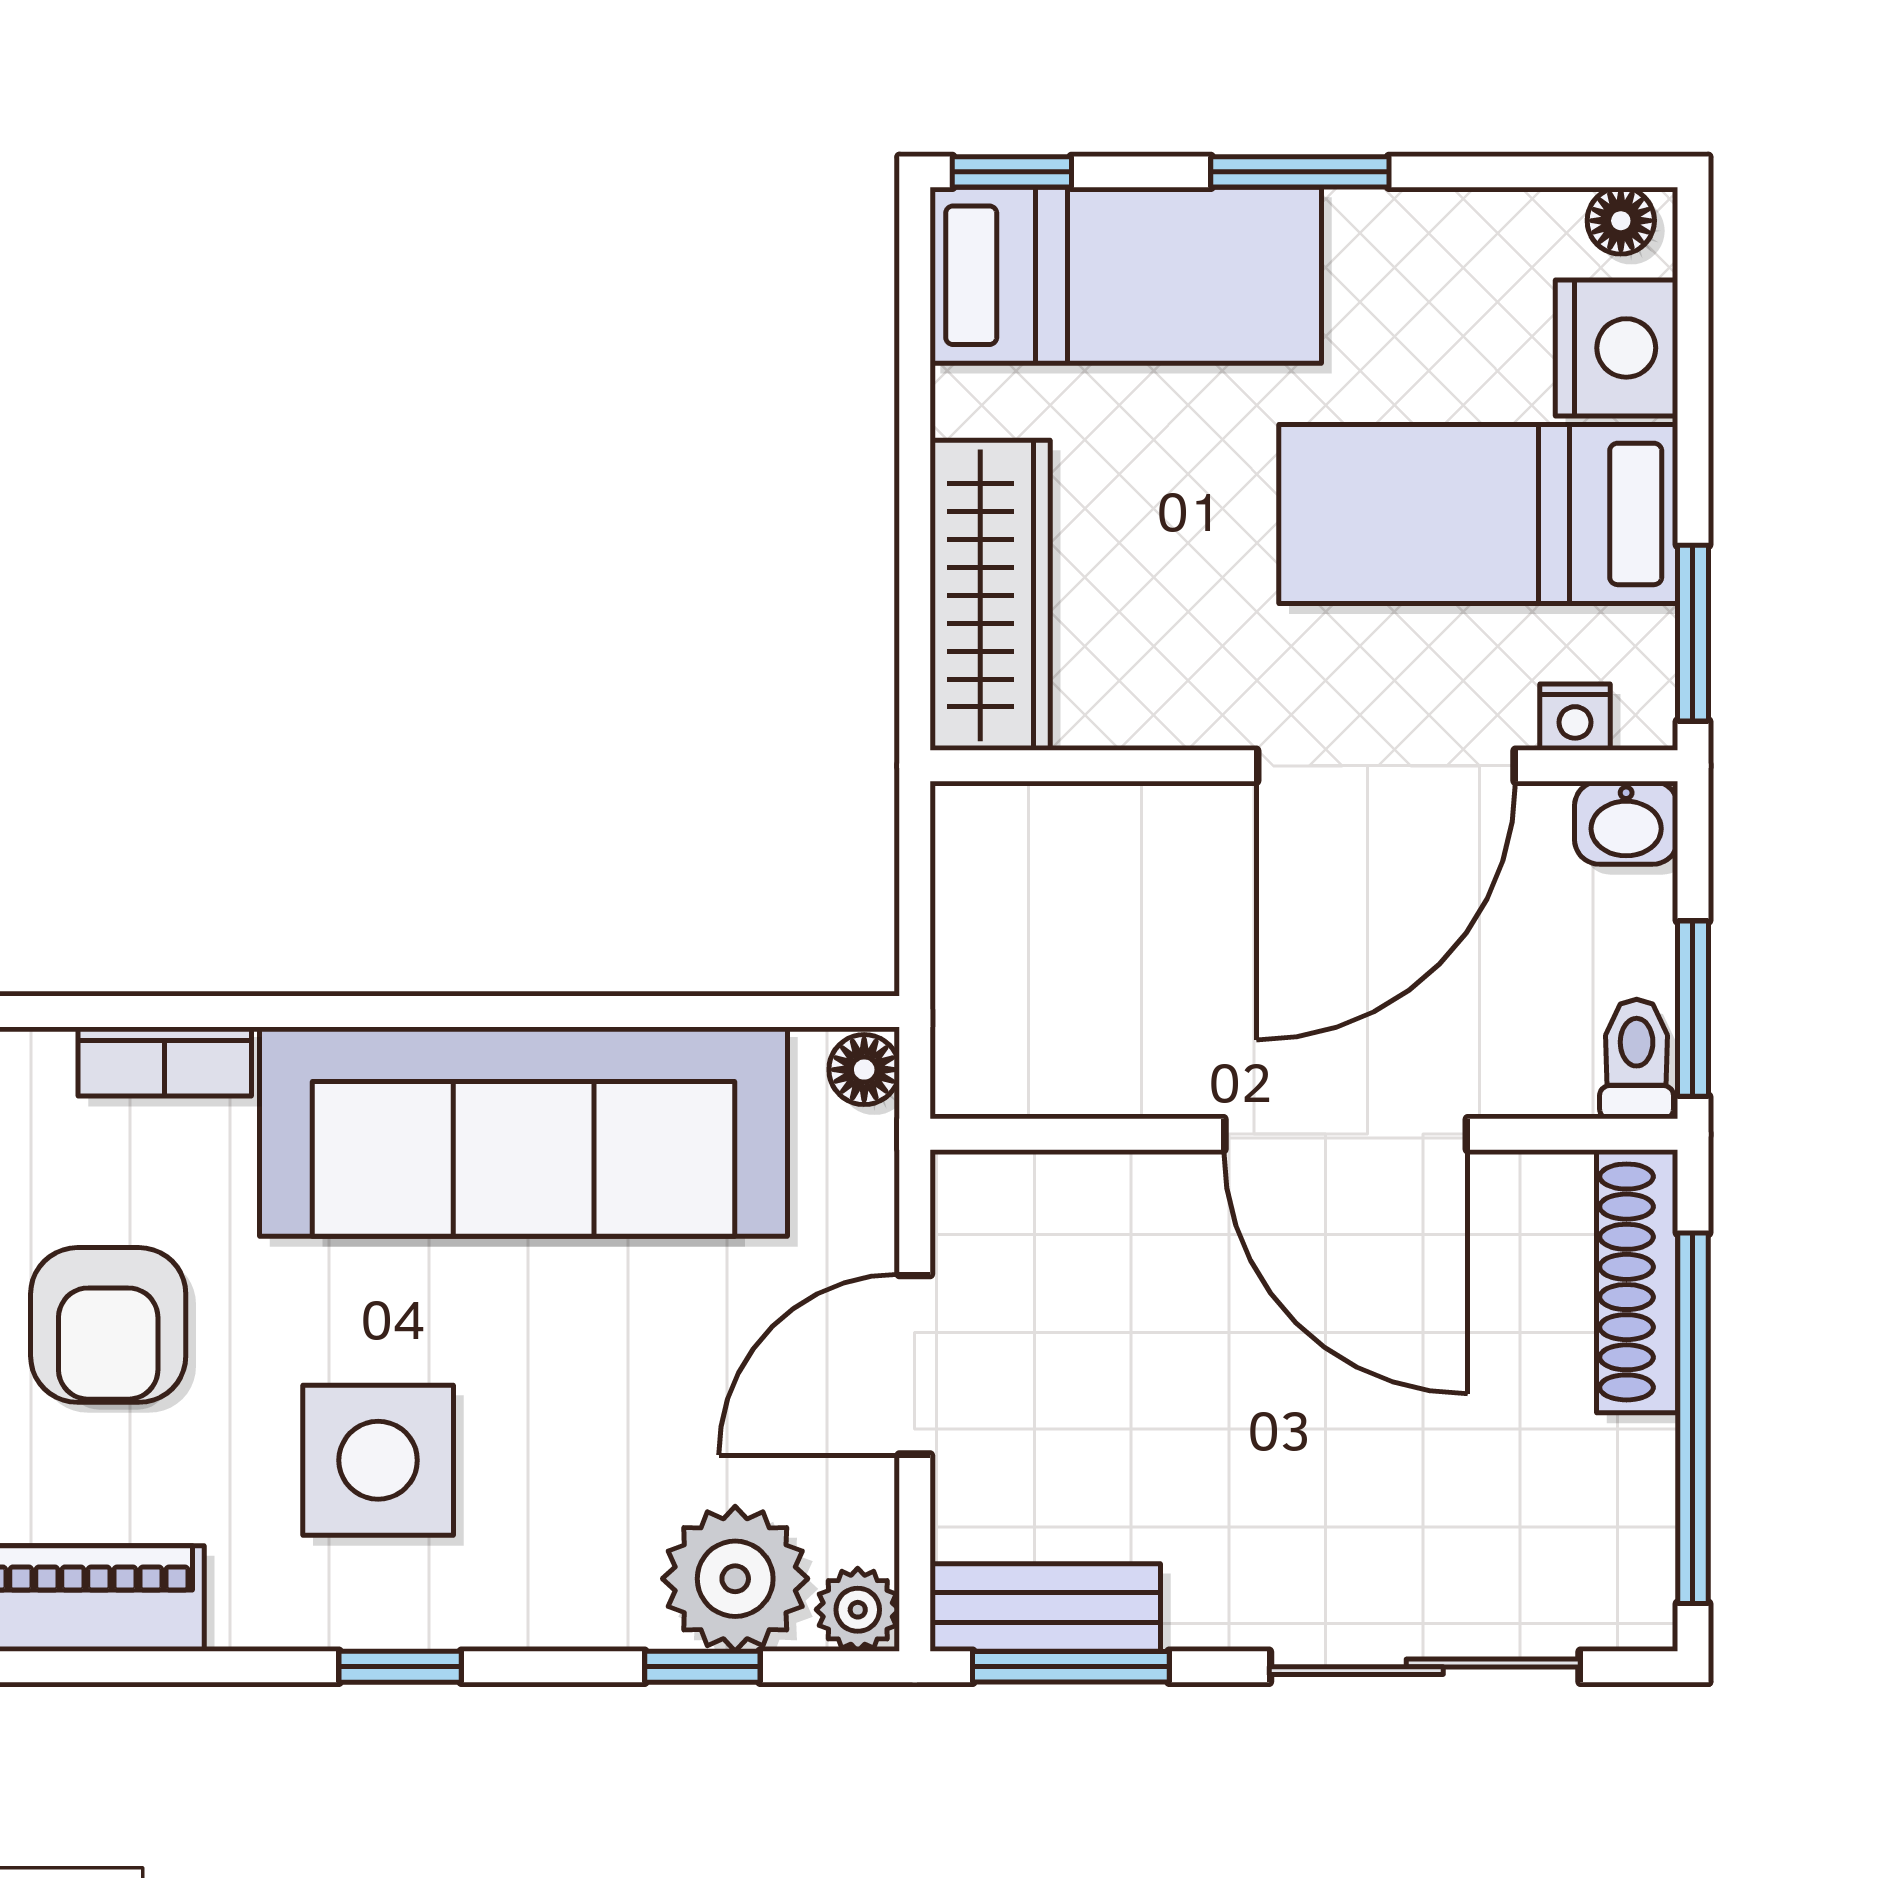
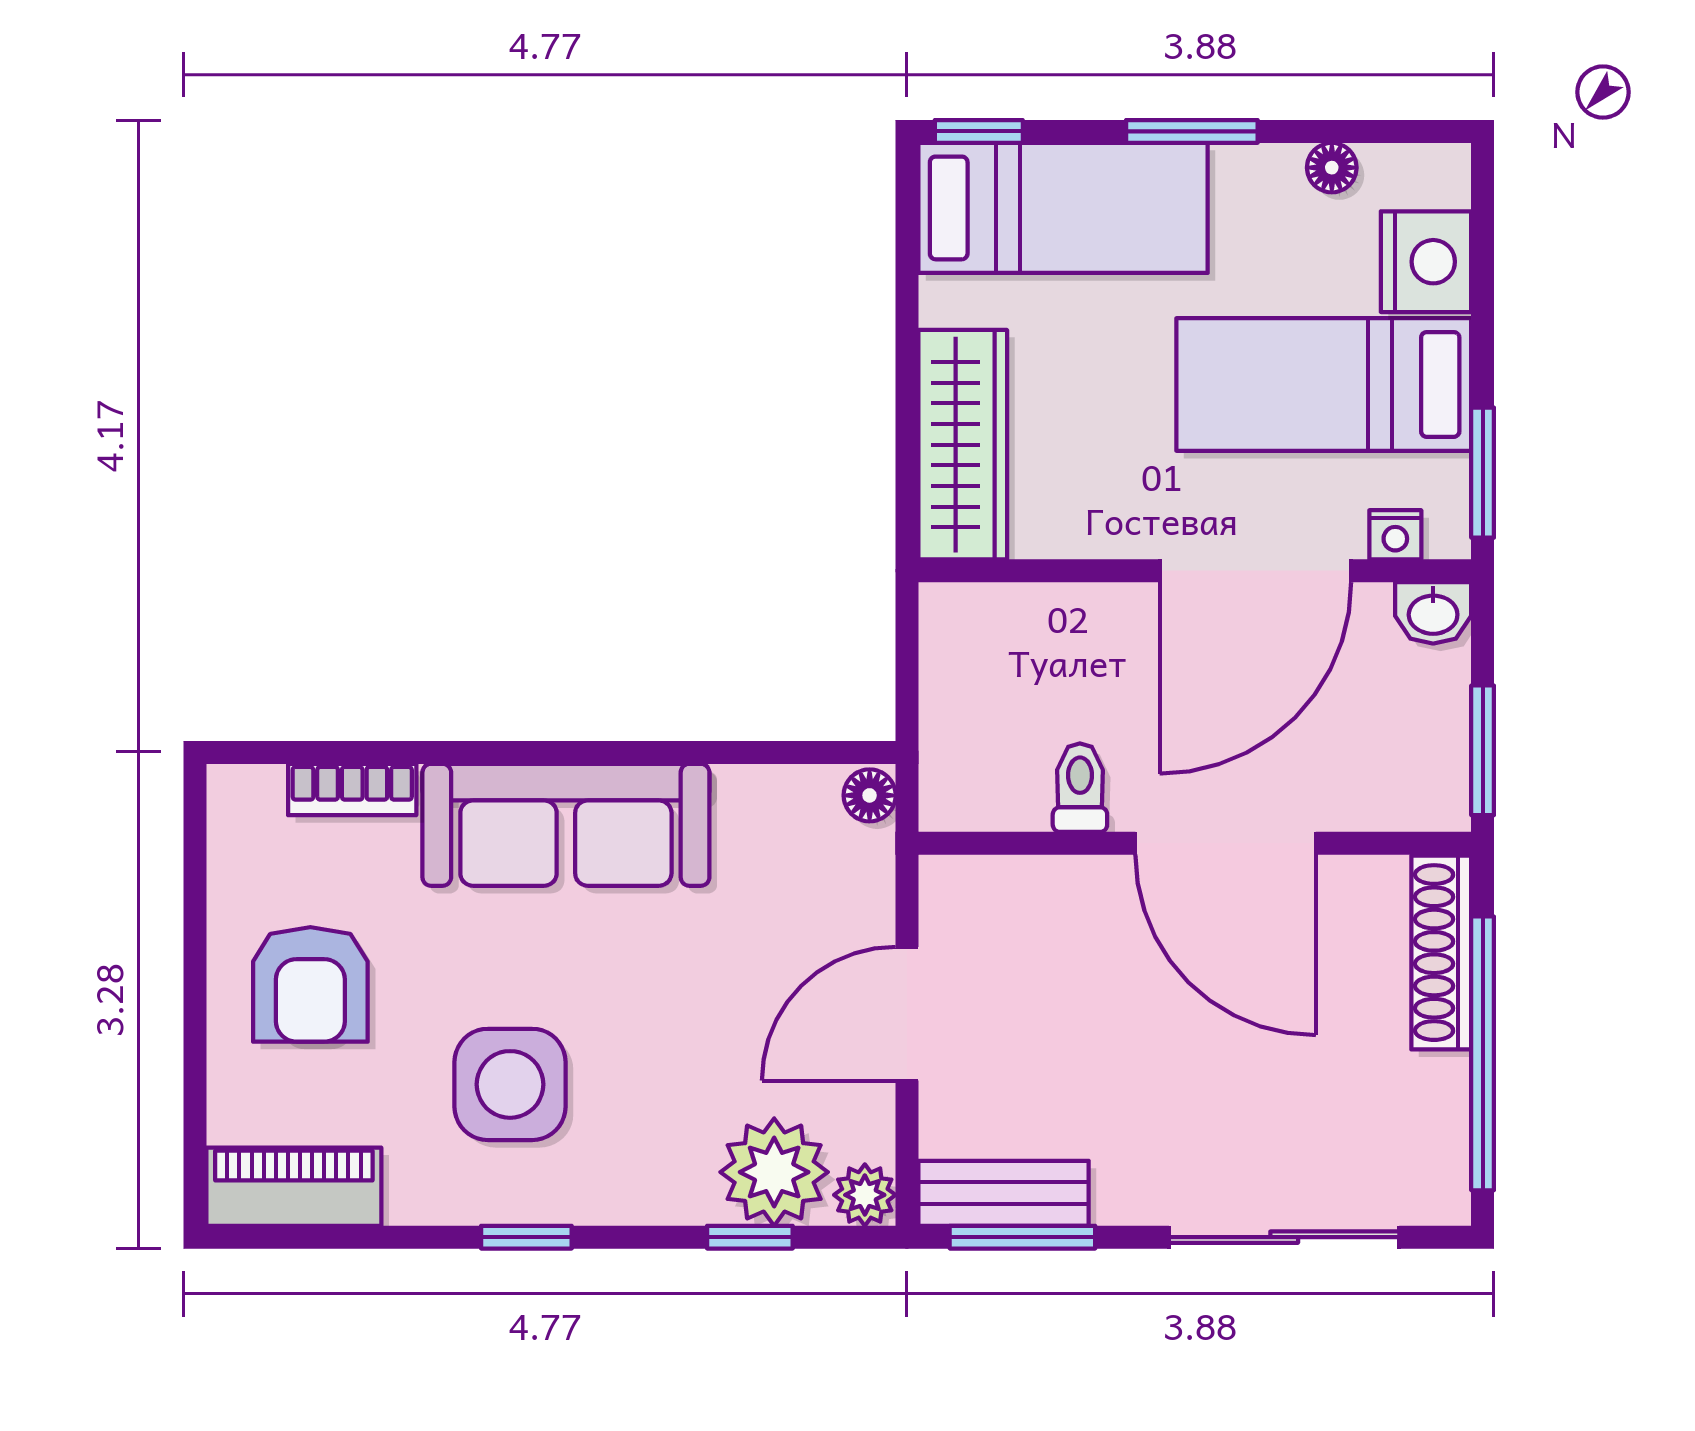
floor lamp: (1621, 221) -> (1332, 168), moved
toilet: (1637, 1059) -> (1080, 788), moved
sofa: (524, 1132) -> (566, 825), width x0.74, depth x0.79

